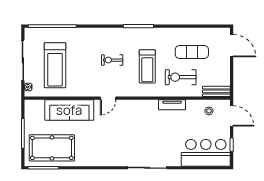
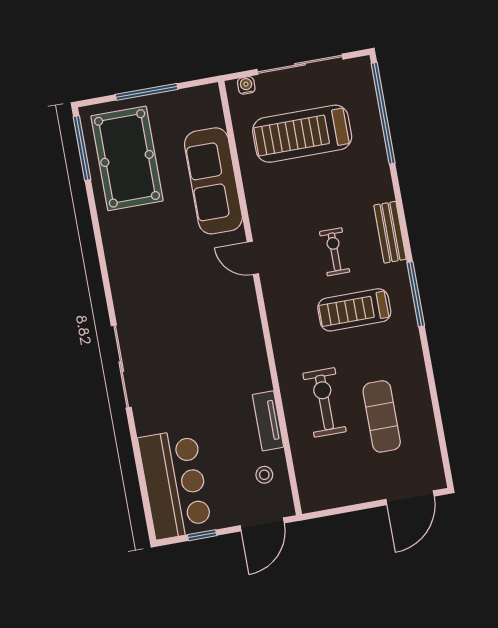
treadmill: (147, 66) -> (354, 310), moved
bench: (216, 91) -> (390, 232), moved
tv unit: (172, 105) -> (268, 421), moved

